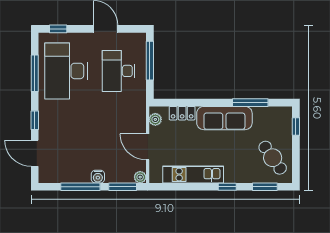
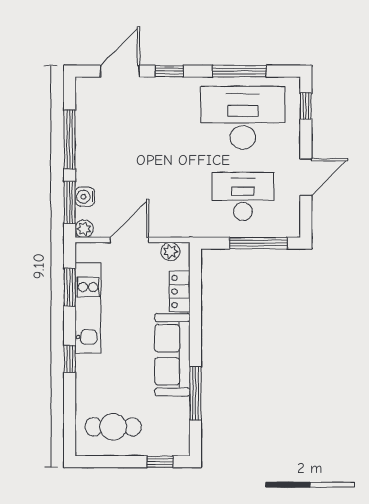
cafe table: (273, 158) -> (113, 427), turned 35
water cooler: (98, 177) -> (85, 197), moved
window: (265, 187) -> (70, 287), moved

